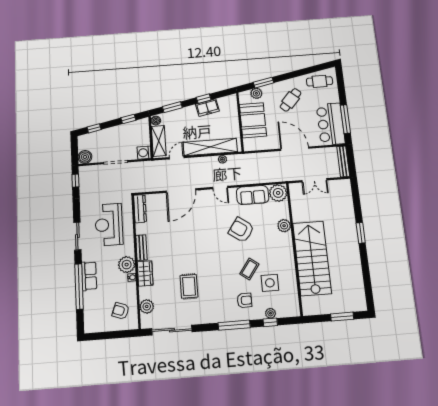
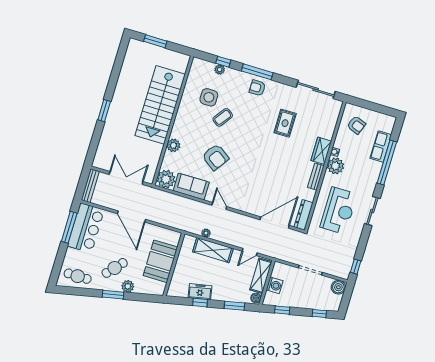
window: (264, 83) -> (113, 295), moved
plant: (256, 93) -> (128, 286), moved
shelving: (210, 147) -> (213, 250), width x0.68
washing machine: (144, 153) -> (275, 285), moved
double door: (314, 180) -> (126, 178), width x1.37
door: (181, 191) -> (275, 223), moved
row of seats: (89, 276) -> (381, 146), moved
armchair: (244, 300) -> (257, 88), moved
plant: (147, 306) -> (331, 120), removed

